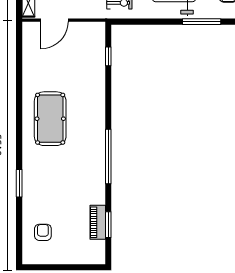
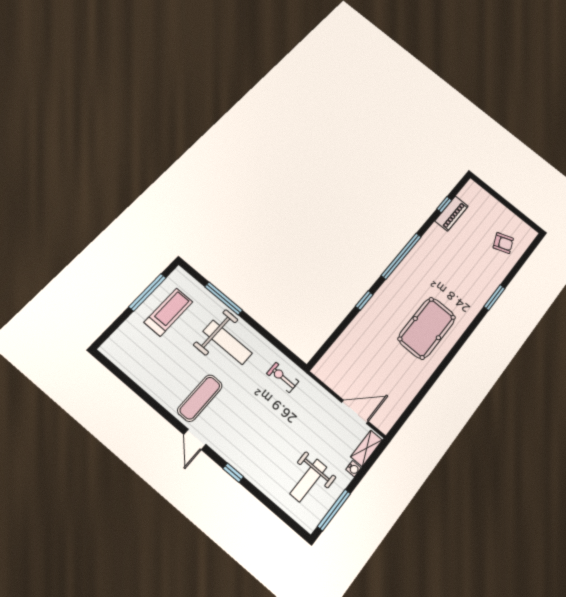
window: (108, 56) -> (364, 300), moved
window: (108, 225) -> (444, 205), width x0.67
armchair: (43, 232) -> (503, 243), turned -111

